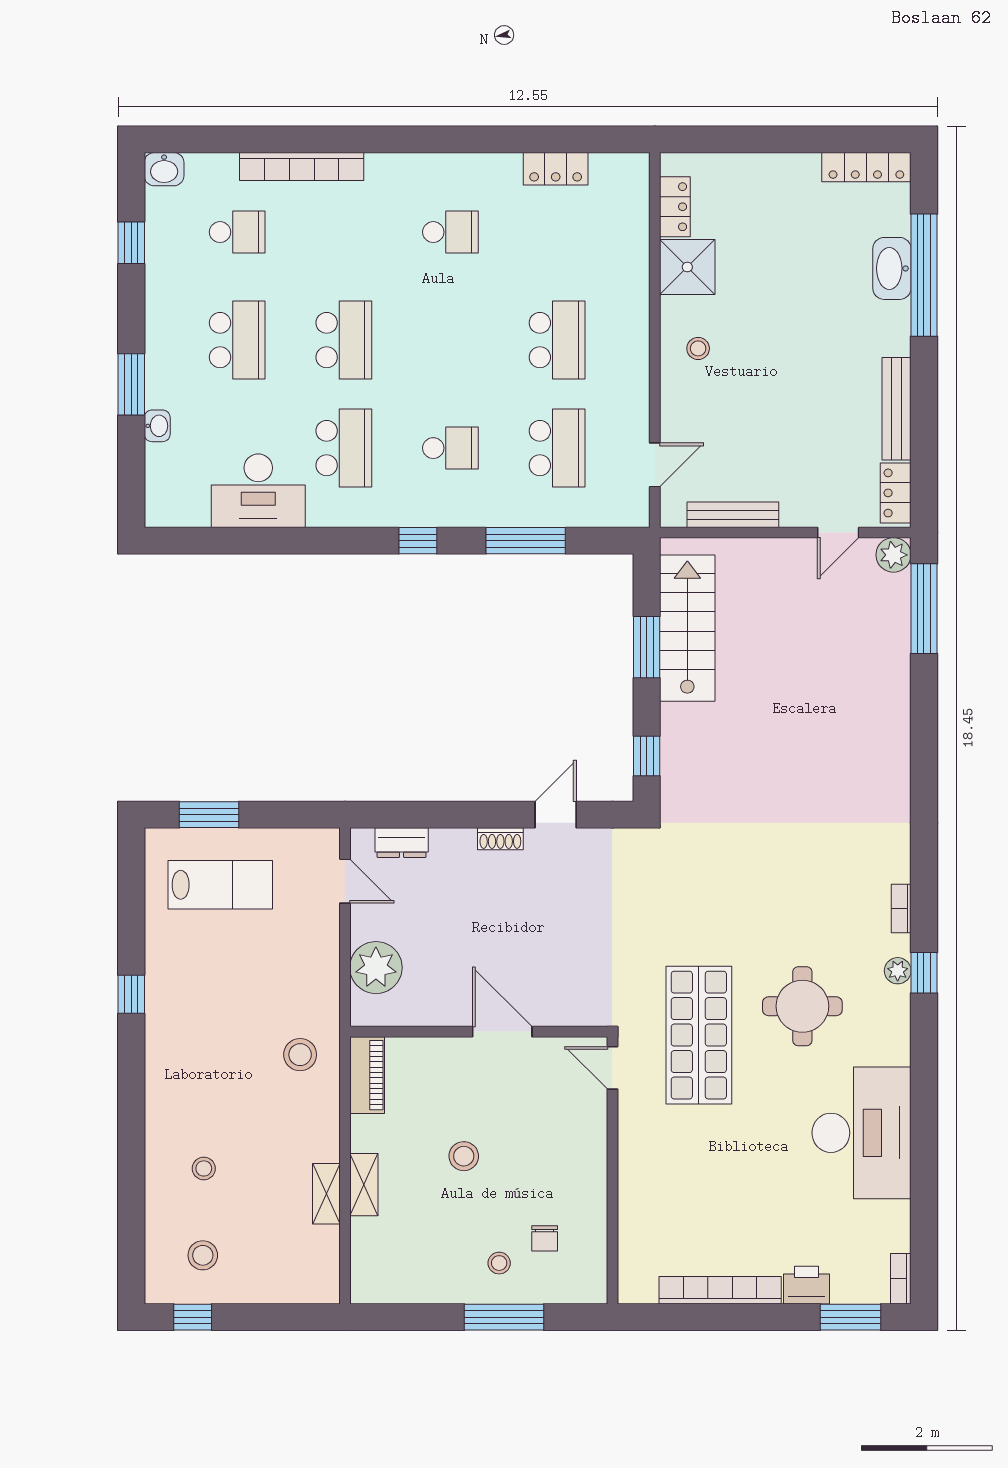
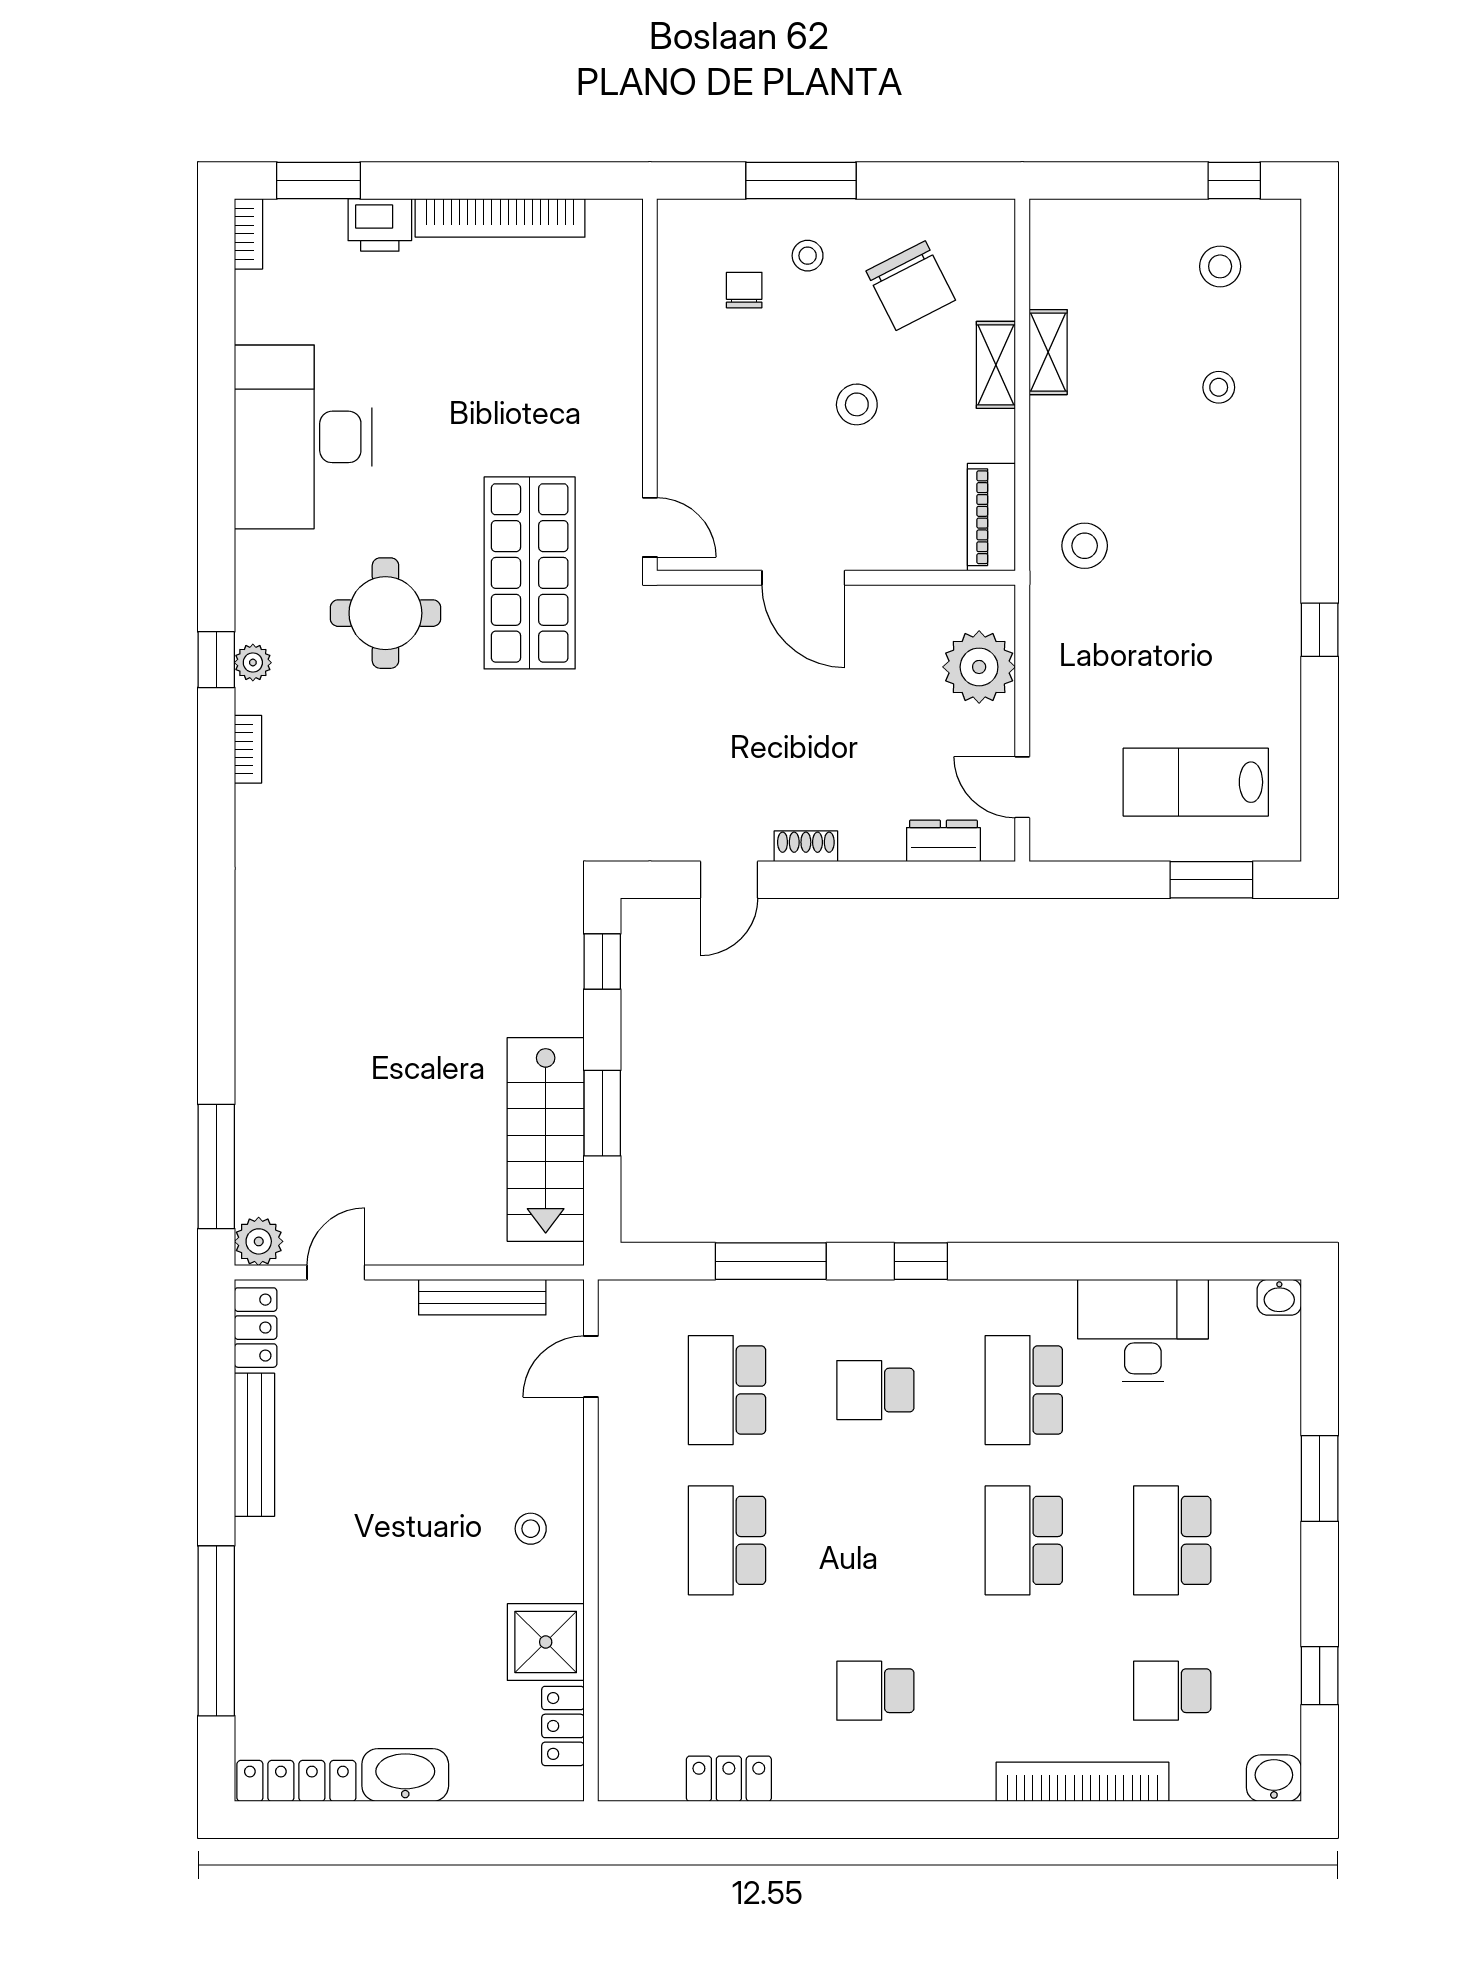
washbasin: (892, 268) -> (405, 1775), moved, turned -90
washbasin: (157, 426) -> (1279, 1297), moved, turned -90
chair: (425, 1242) -> (911, 286), added

